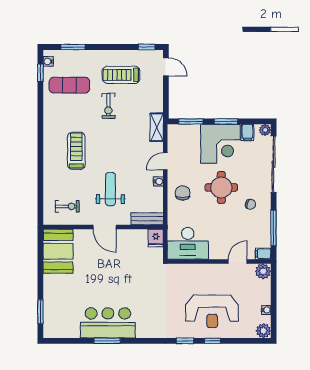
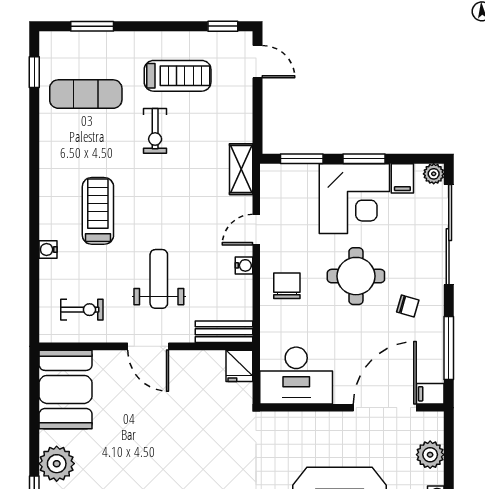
water cooler: (48, 61) -> (48, 250), moved
treadmill: (121, 75) -> (178, 76), turned 180
door: (238, 261) -> (385, 408), width x1.88
plant: (263, 271) -> (430, 455), moved
plant: (53, 293) -> (57, 464), added

